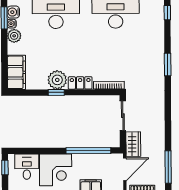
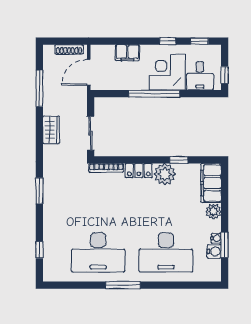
plant: (14, 36) -> (213, 211), moved
window: (56, 92) -> (179, 160), moved
wardrobe: (133, 144) -> (51, 130), moved, turned 180
window: (88, 151) -> (154, 94), moved
window: (168, 167) -> (39, 88), moved

